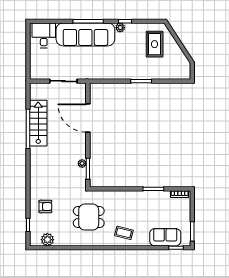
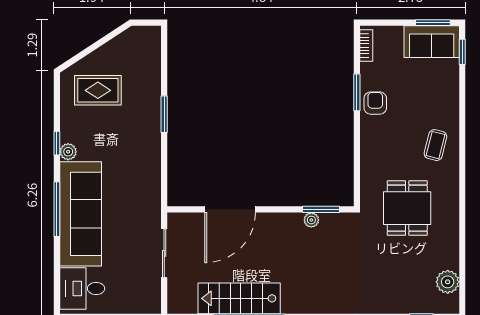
armchair: (45, 207) -> (375, 103), moved
sofa: (165, 237) -> (432, 42), moved, turned -90

